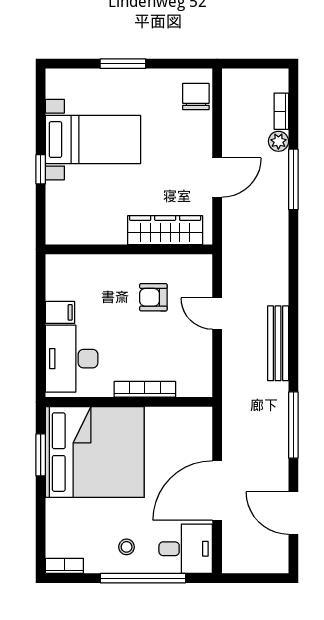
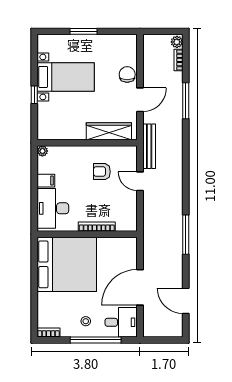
chair: (196, 96) -> (127, 74), moved
plant: (278, 141) -> (177, 42), moved
plant: (54, 263) -> (42, 151), added
bench: (278, 343) -> (149, 146), moved
window: (293, 425) -> (186, 235), moved
window: (41, 455) -> (34, 266), removed

